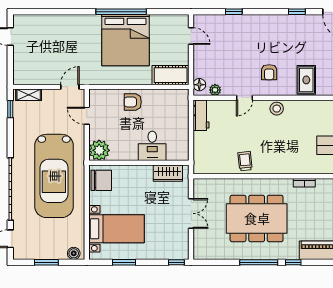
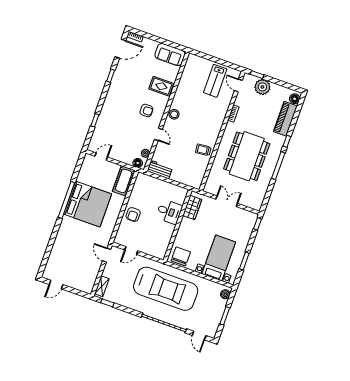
plant: (99, 150) -> (159, 250), removed

